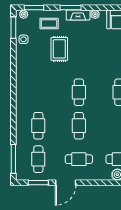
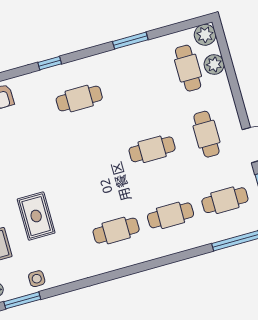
rug: (59, 49) -> (36, 216), turned 90
cafe table: (79, 92) -> (116, 231), moved

